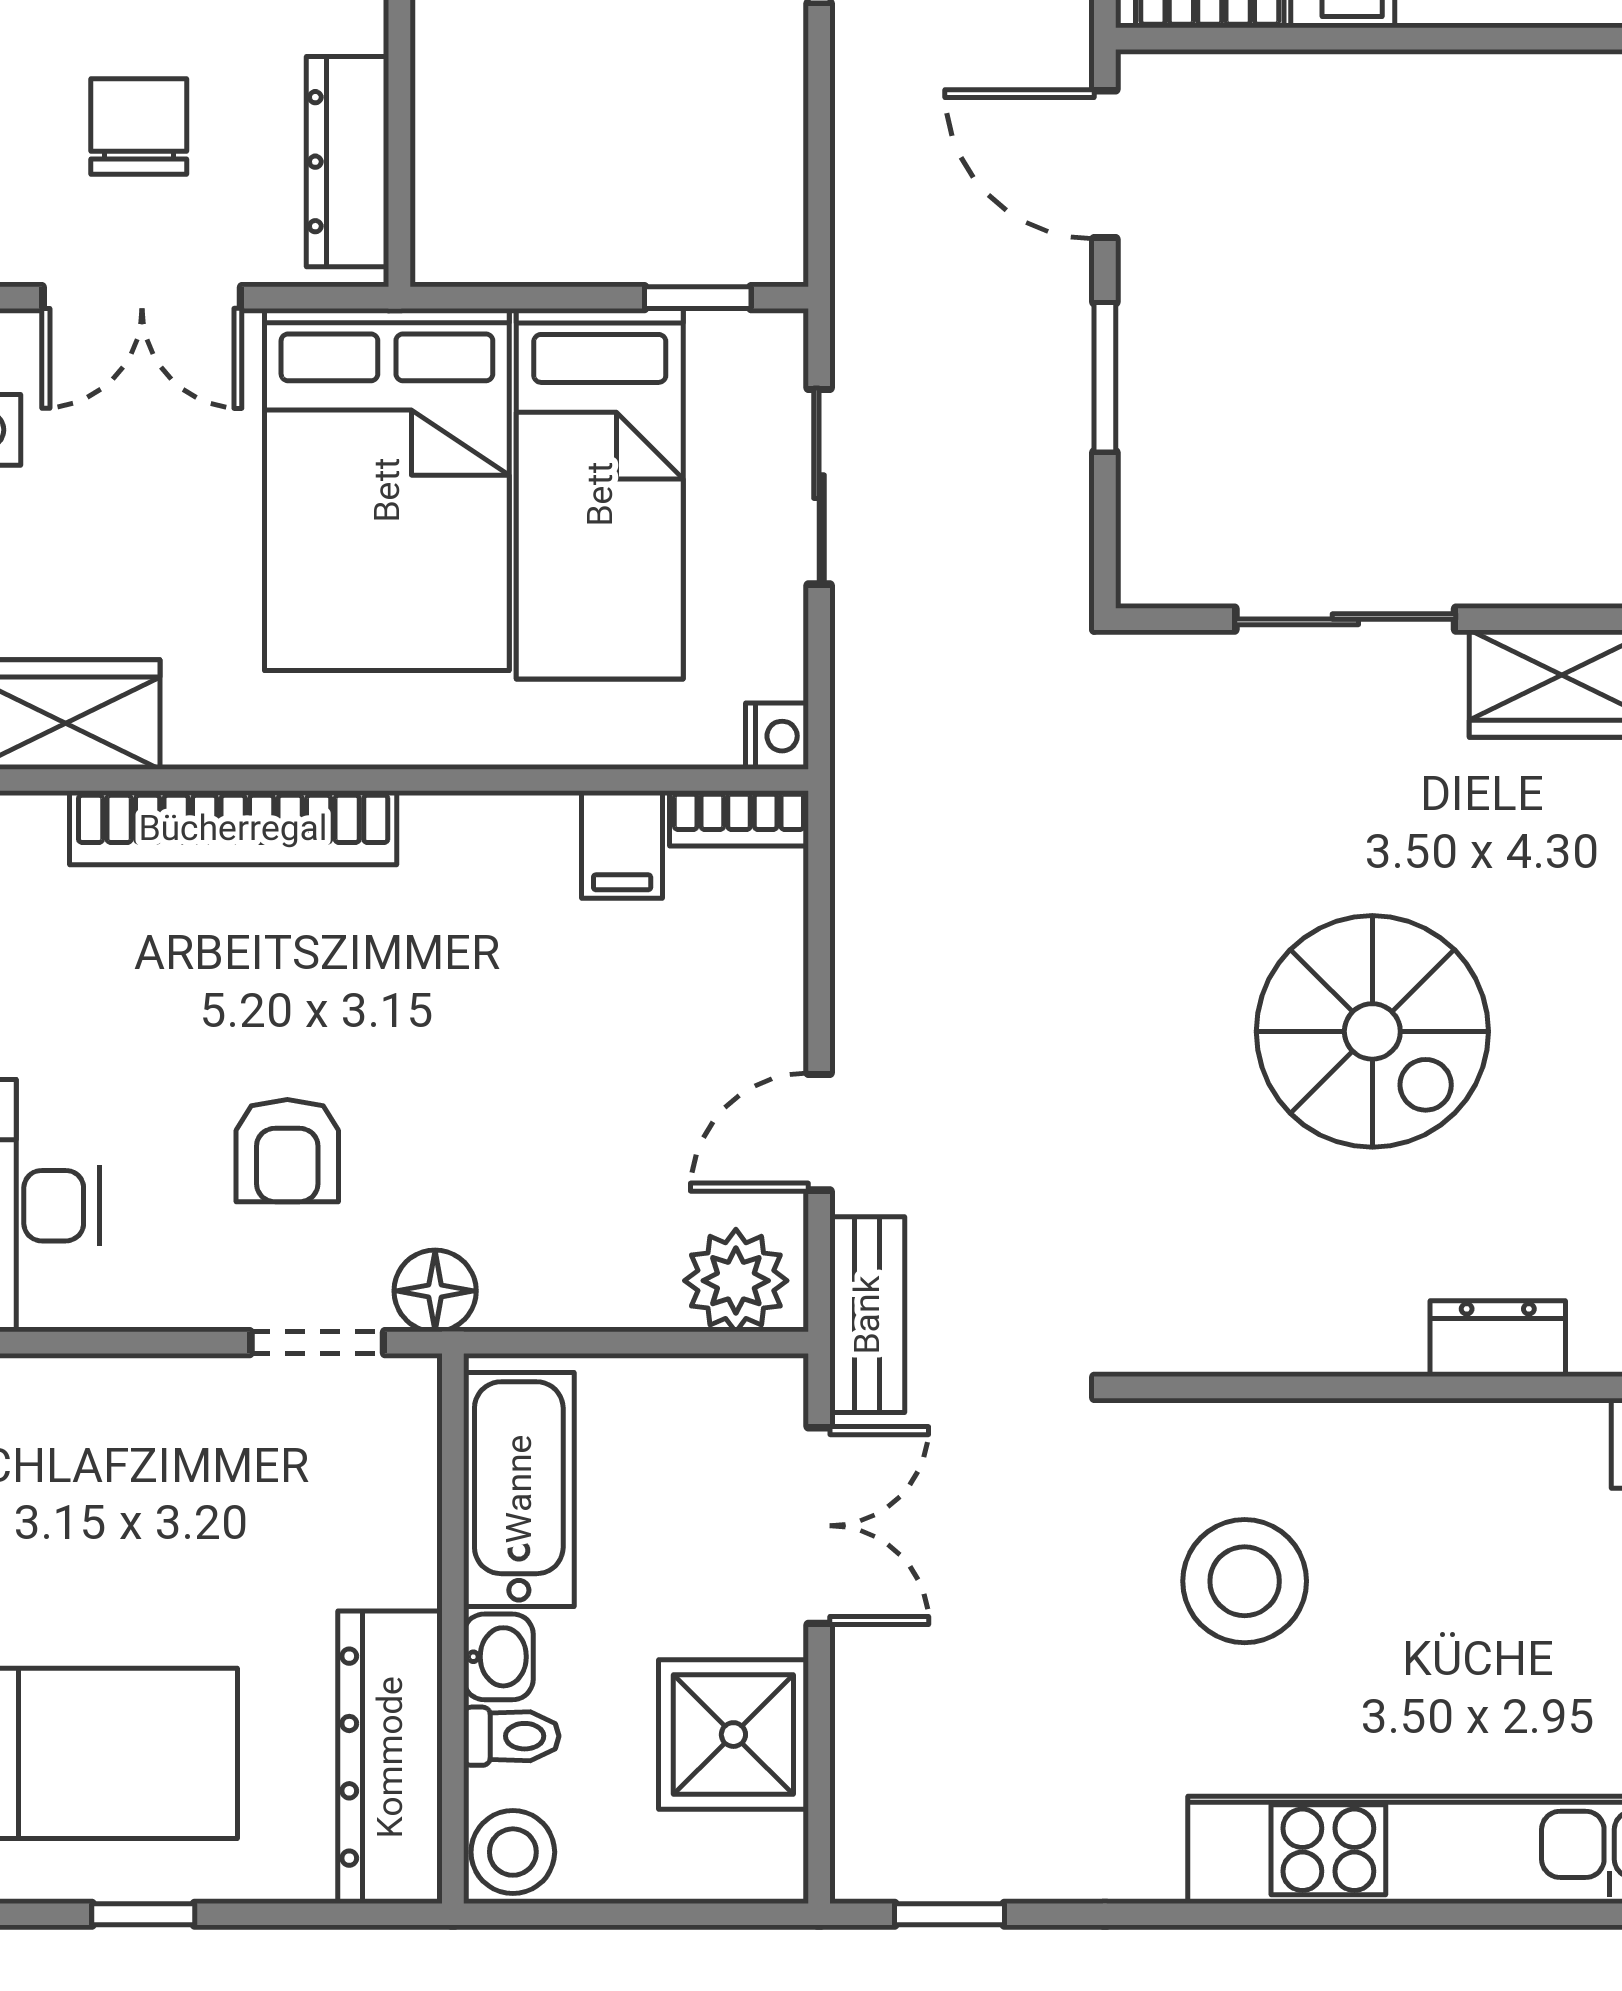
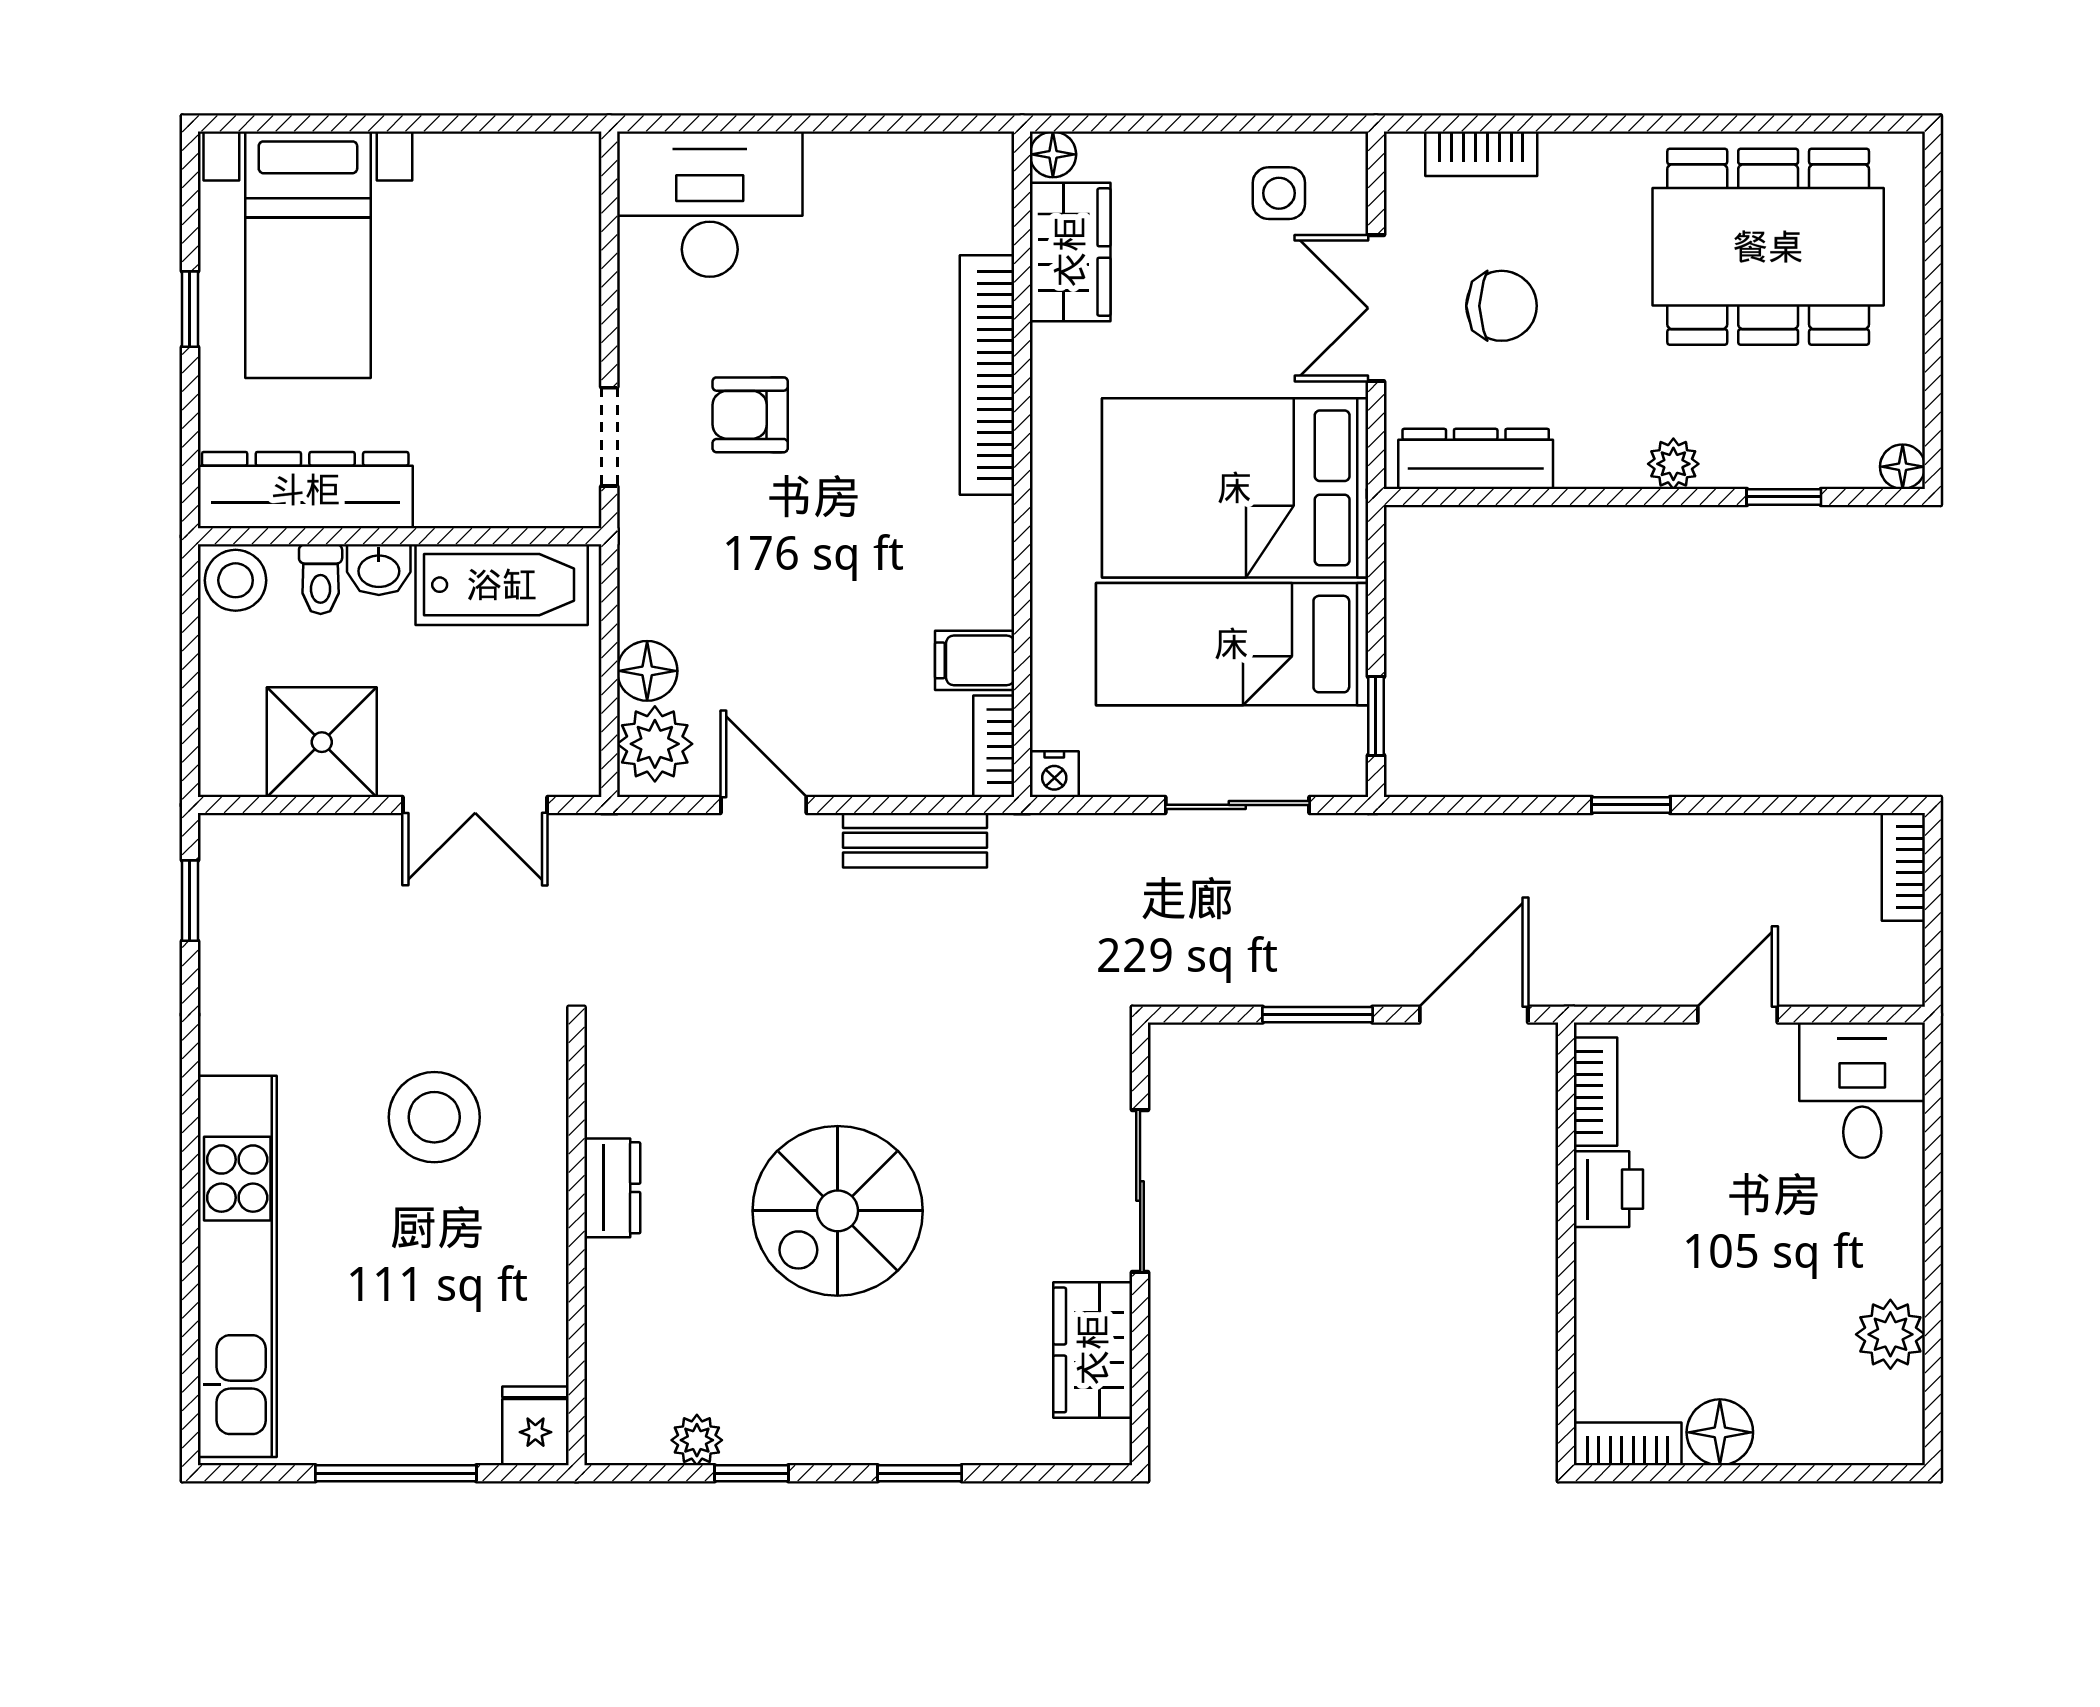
floor lamp: (435, 1291) -> (647, 671), moved
bench: (867, 1315) -> (915, 840), moved
dresser: (1498, 1339) -> (612, 1188), moved

